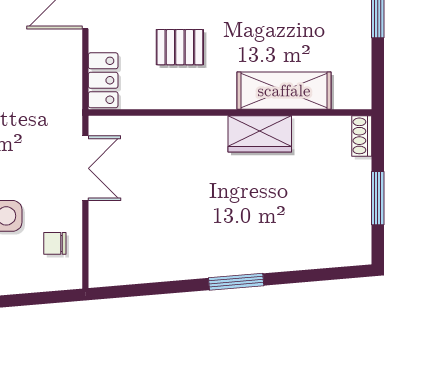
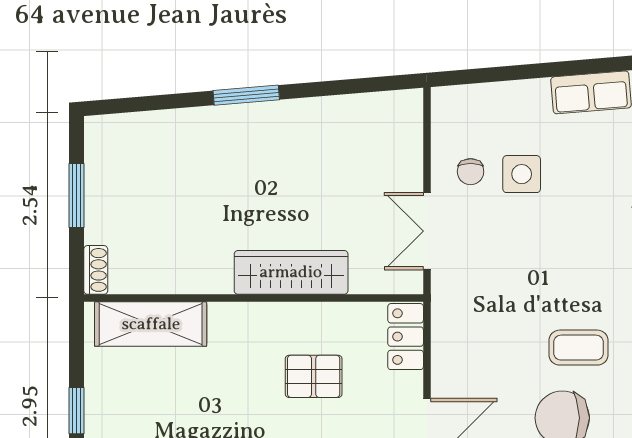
shelving: (284, 91) -> (151, 324), moved
wardrobe: (260, 134) -> (291, 272), moved, width x1.50
chair: (55, 243) -> (471, 172), moved, turned 90

